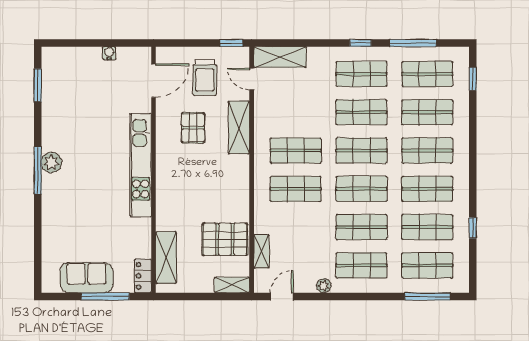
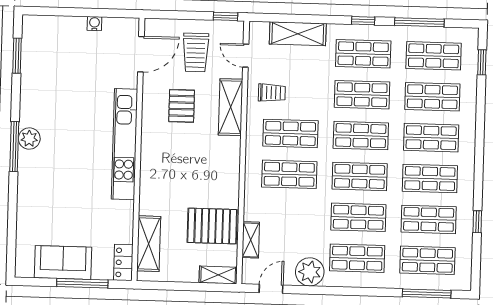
shelving: (280, 57) -> (298, 34), moved
trolley: (277, 113) -> (272, 93), added
plant: (324, 286) -> (310, 272), width x1.88, depth x1.88

